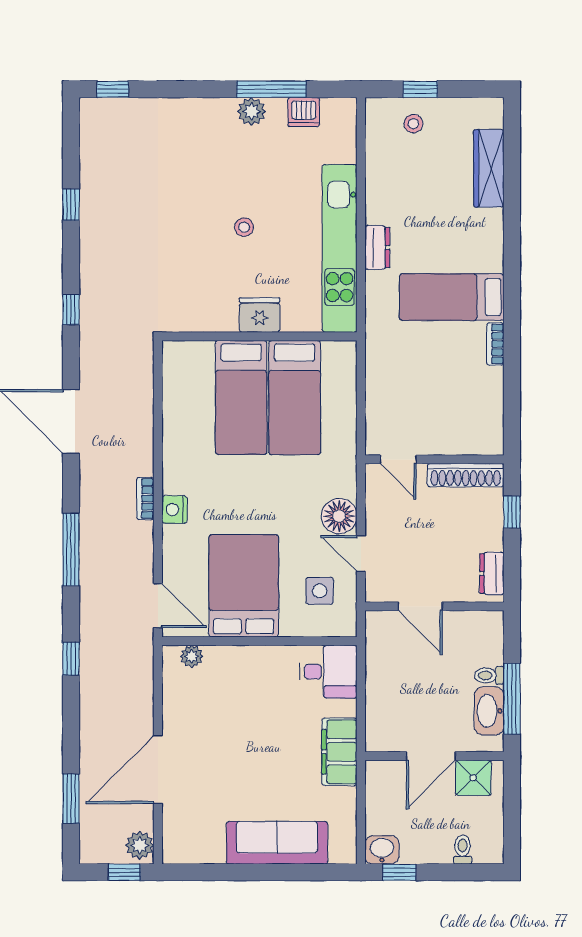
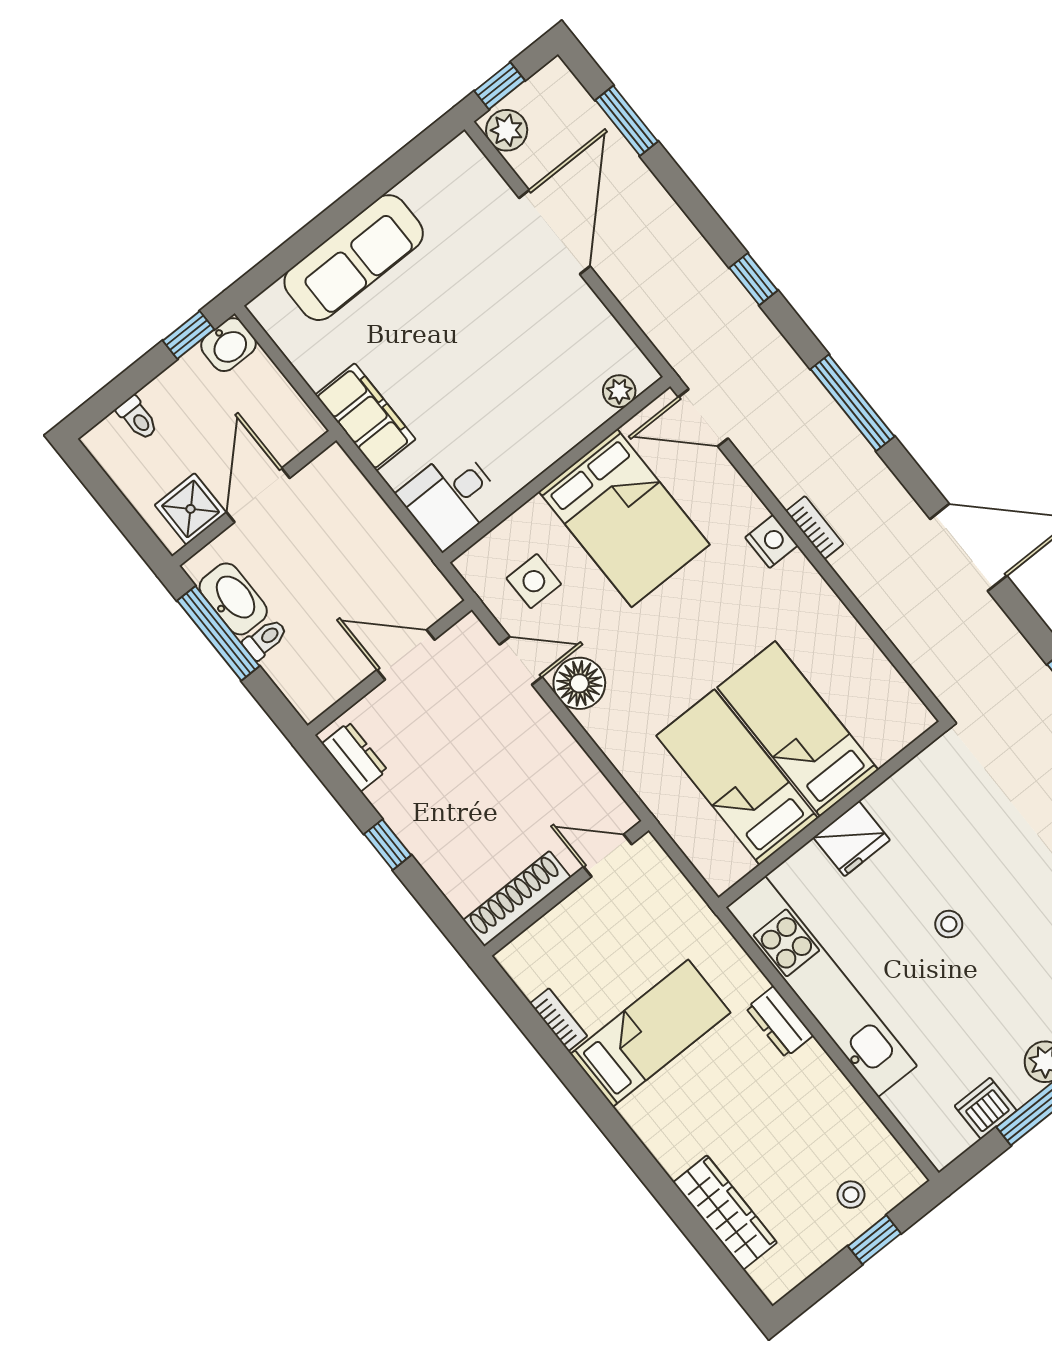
door: (398, 459) -> (608, 855), moved
wall: (434, 459) -> (567, 888), moved
shoe rack: (466, 475) -> (517, 899), moved

